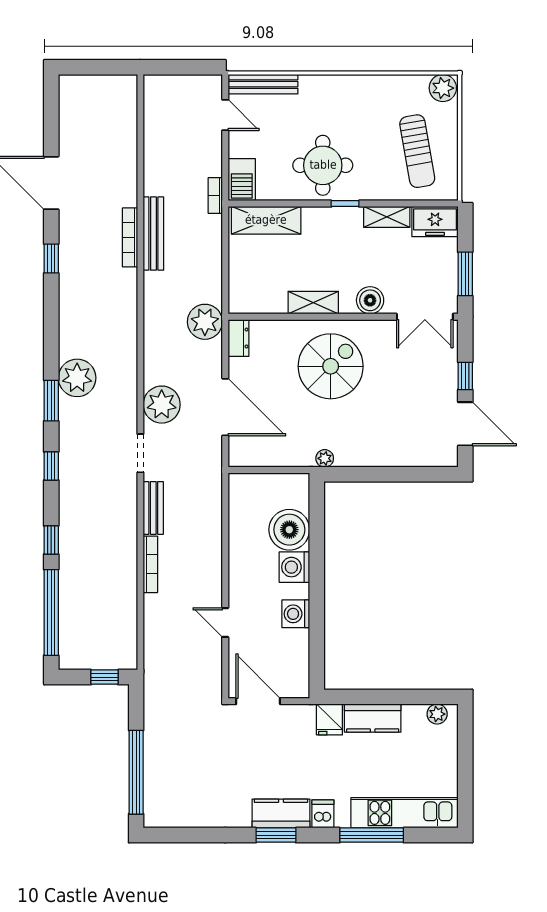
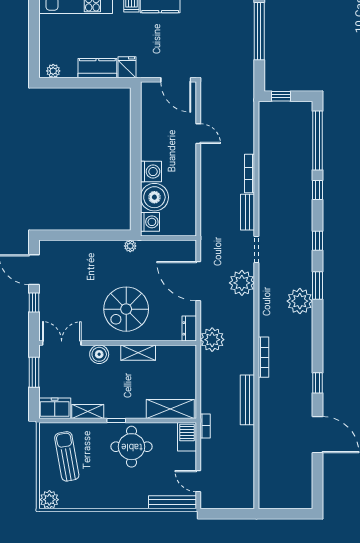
bookcase: (130, 237) -> (264, 357), moved
washing machine: (296, 614) -> (150, 222), moved

